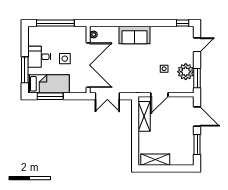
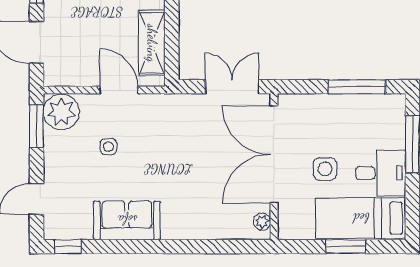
window: (55, 23) -> (346, 247), width x0.47
sofa: (135, 35) -> (127, 220), moved
plant: (186, 72) -> (61, 112), moved
bed: (49, 84) -> (361, 218), moved
door: (159, 95) -> (119, 90), hinge flipped

